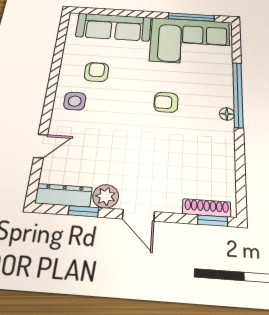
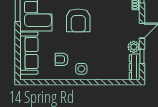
armchair: (166, 102) -> (78, 20), width x1.88, depth x1.88
door: (41, 146) -> (109, 82), removed

